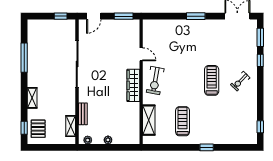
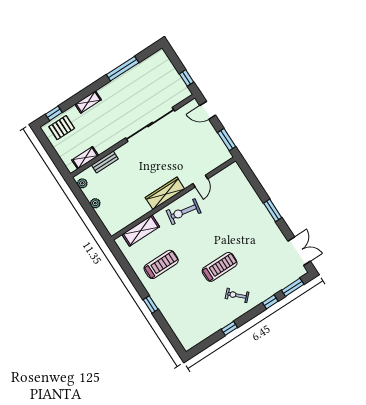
window: (260, 127) -> (229, 328), moved

